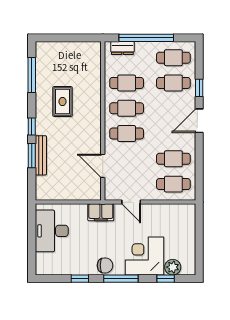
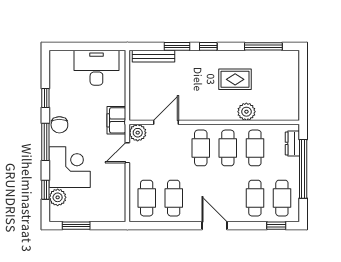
window: (199, 88) -> (276, 226), moved
plant: (93, 91) -> (246, 112), added
bench: (41, 155) -> (154, 56), moved
plant: (112, 192) -> (138, 133), added
window: (199, 250) -> (76, 226), added

